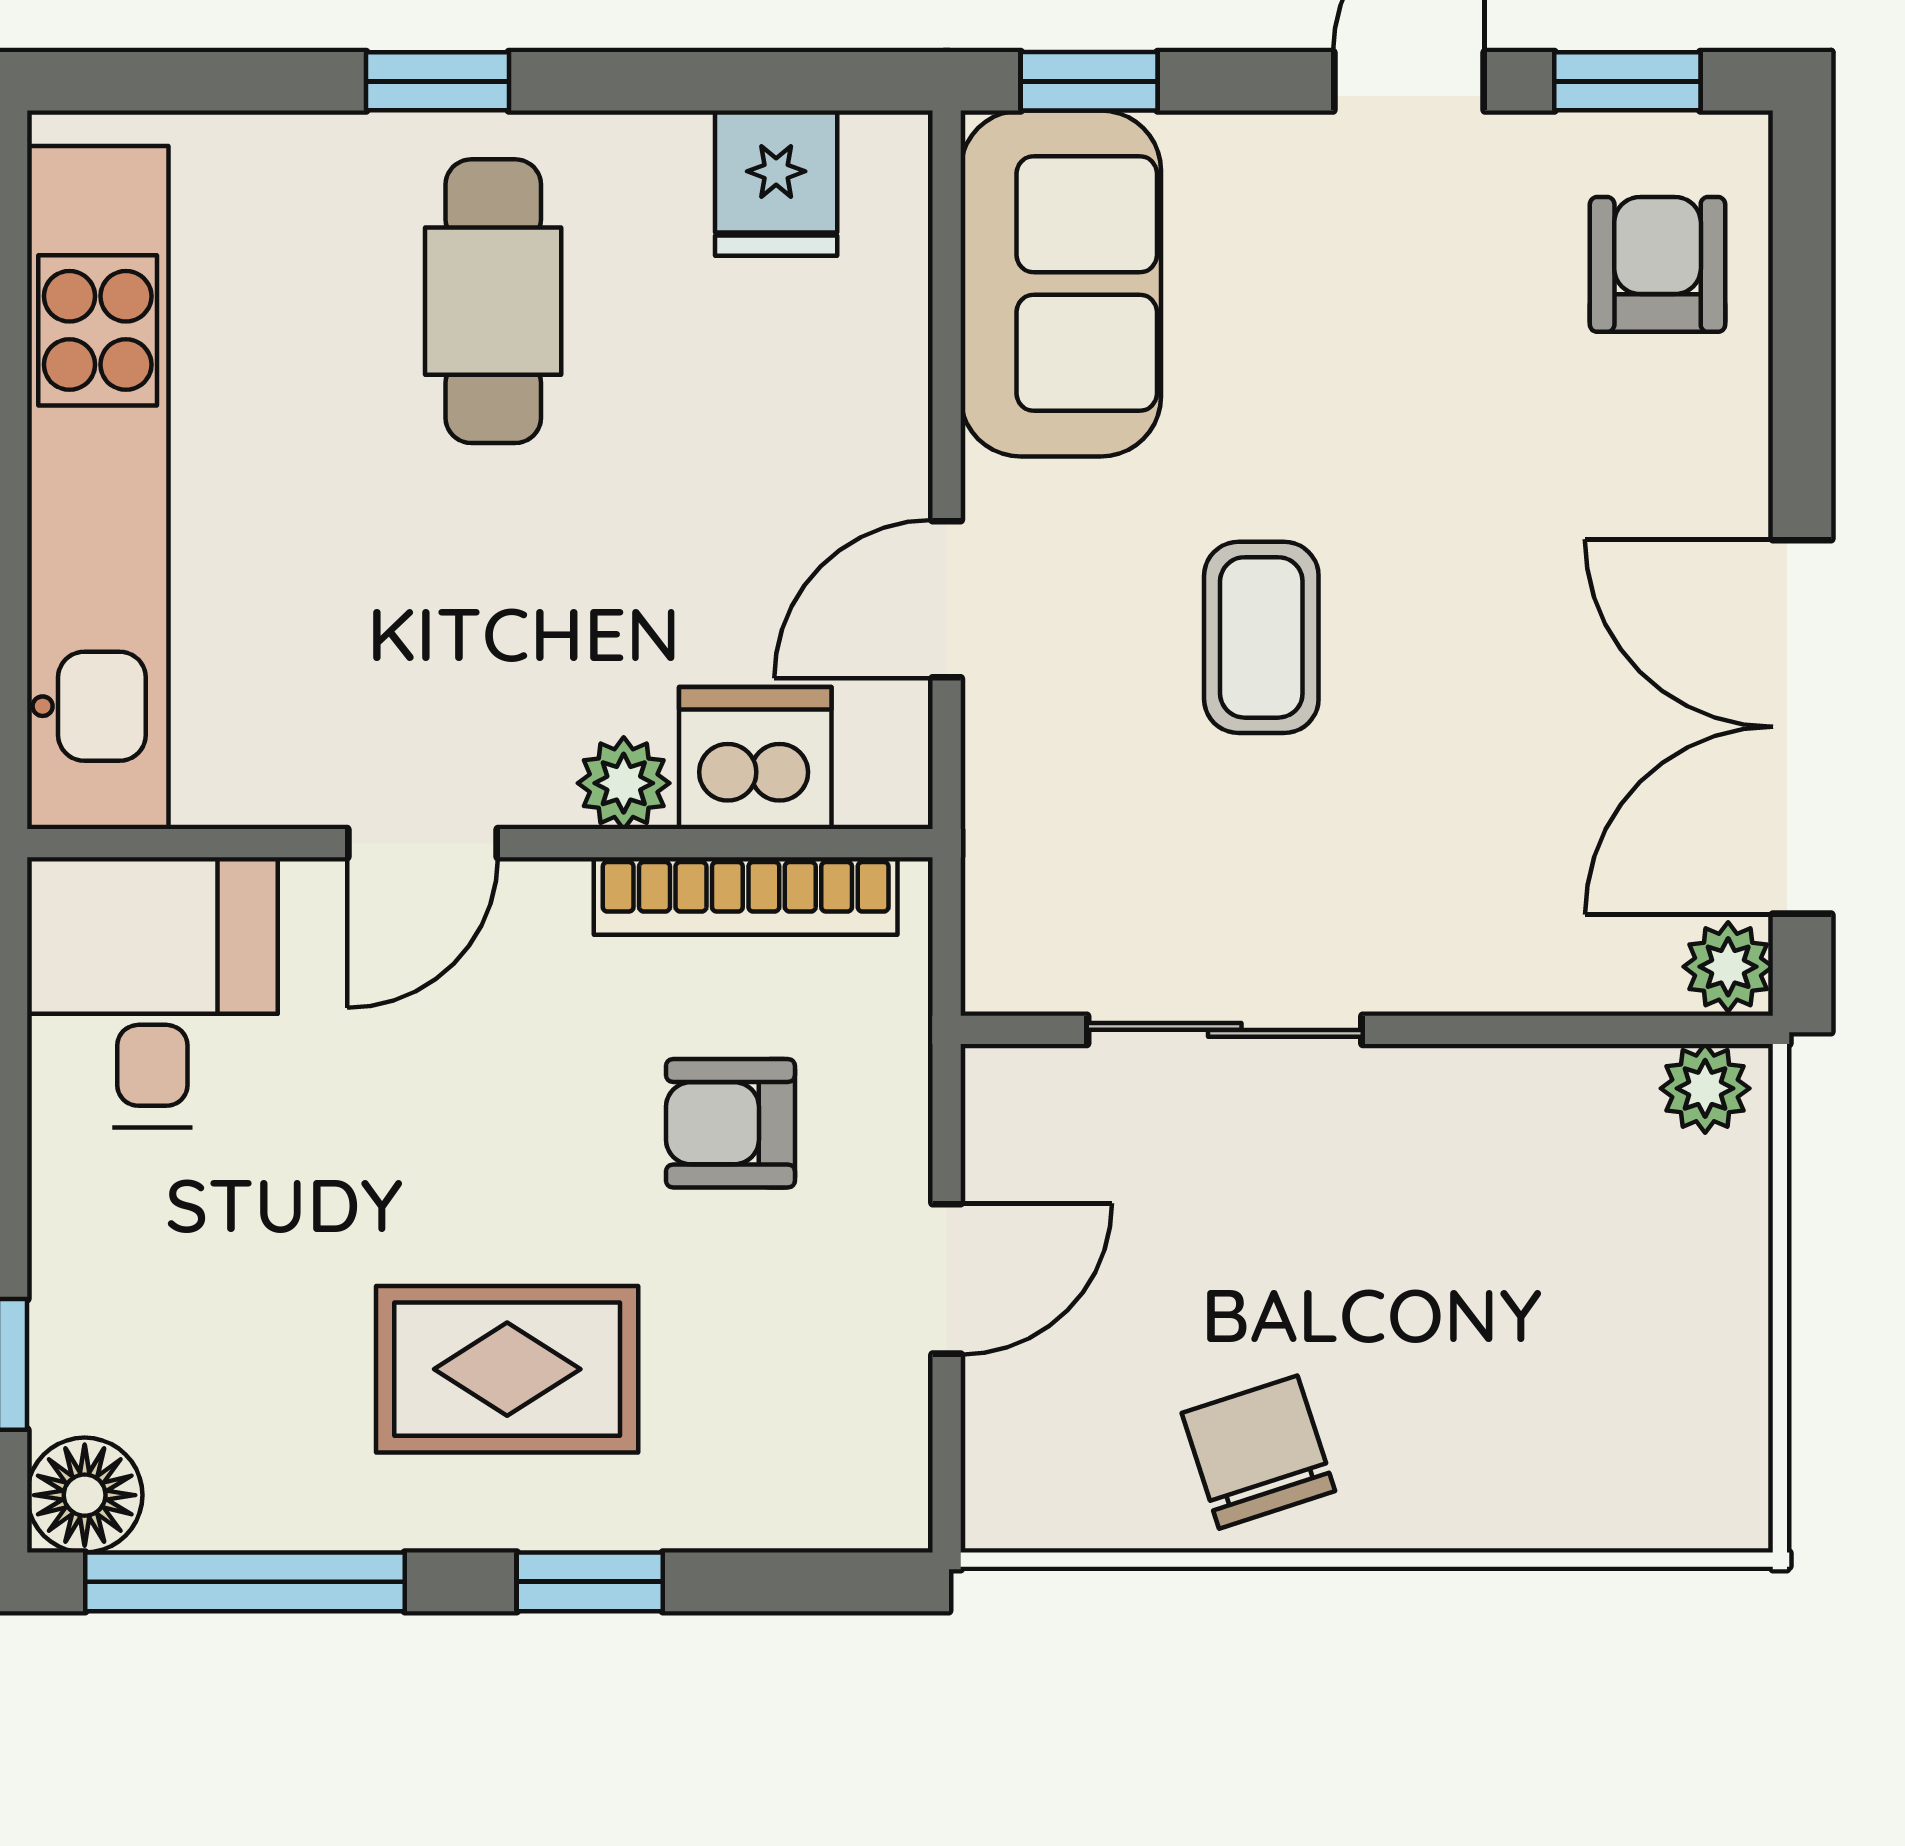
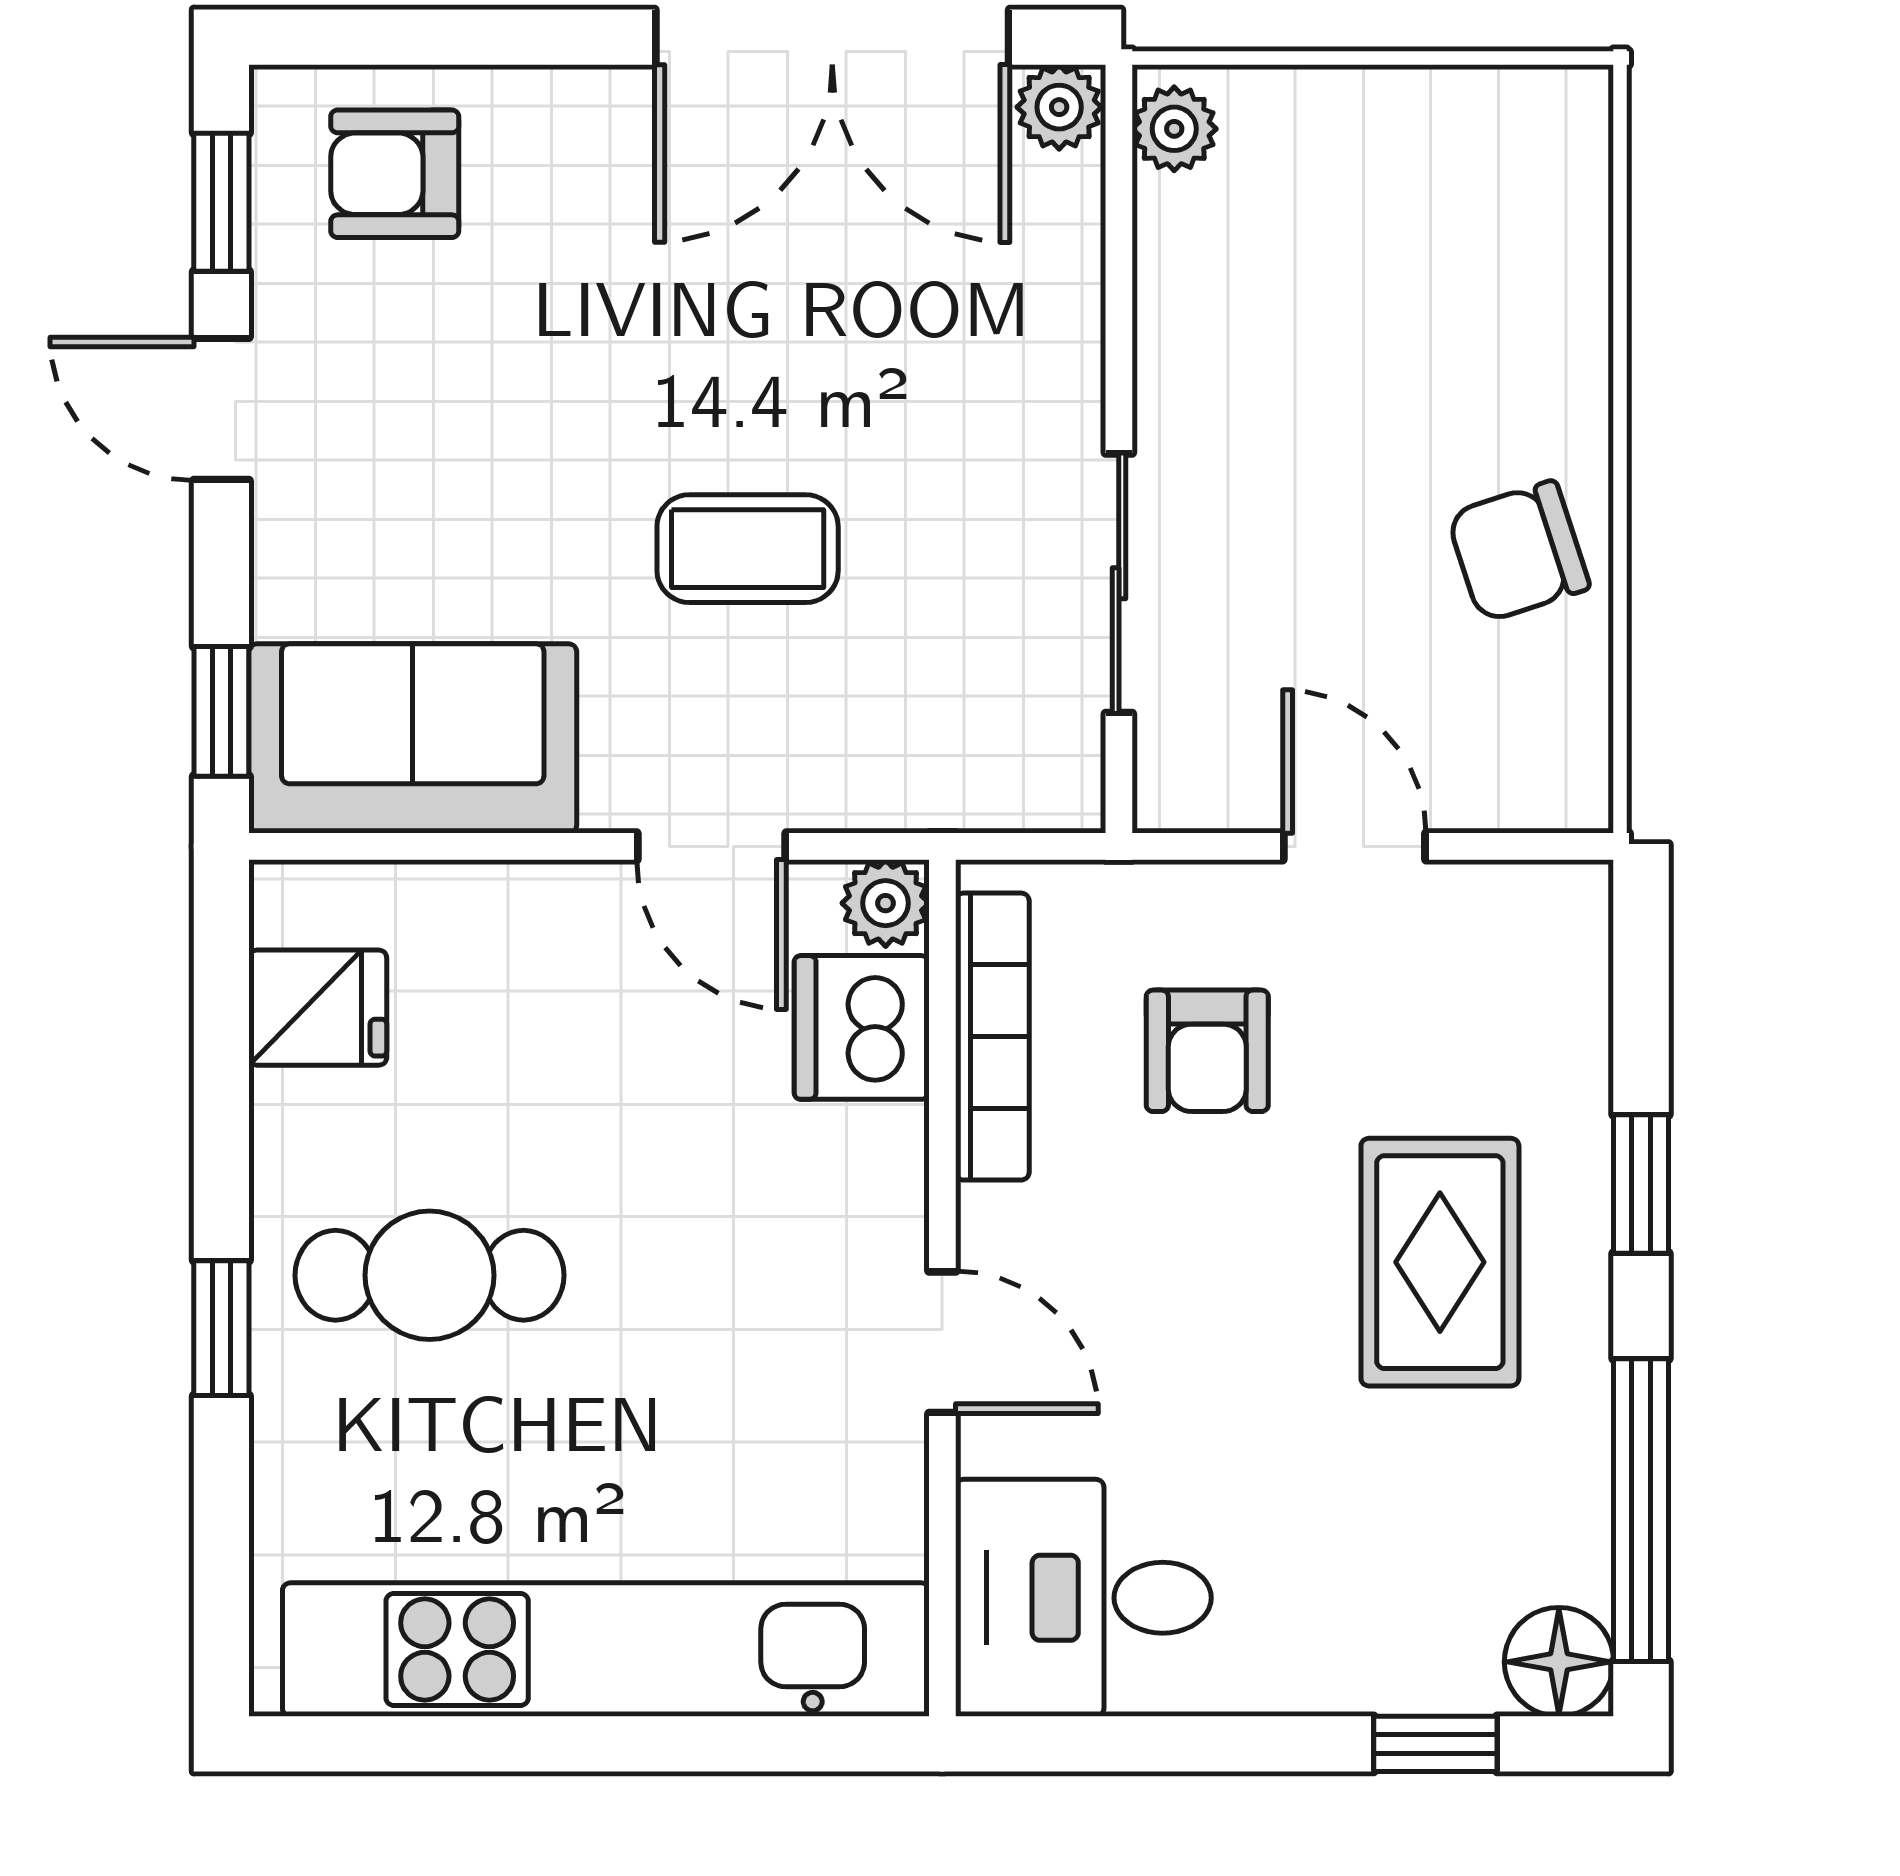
plant: (624, 783) -> (886, 903), moved

